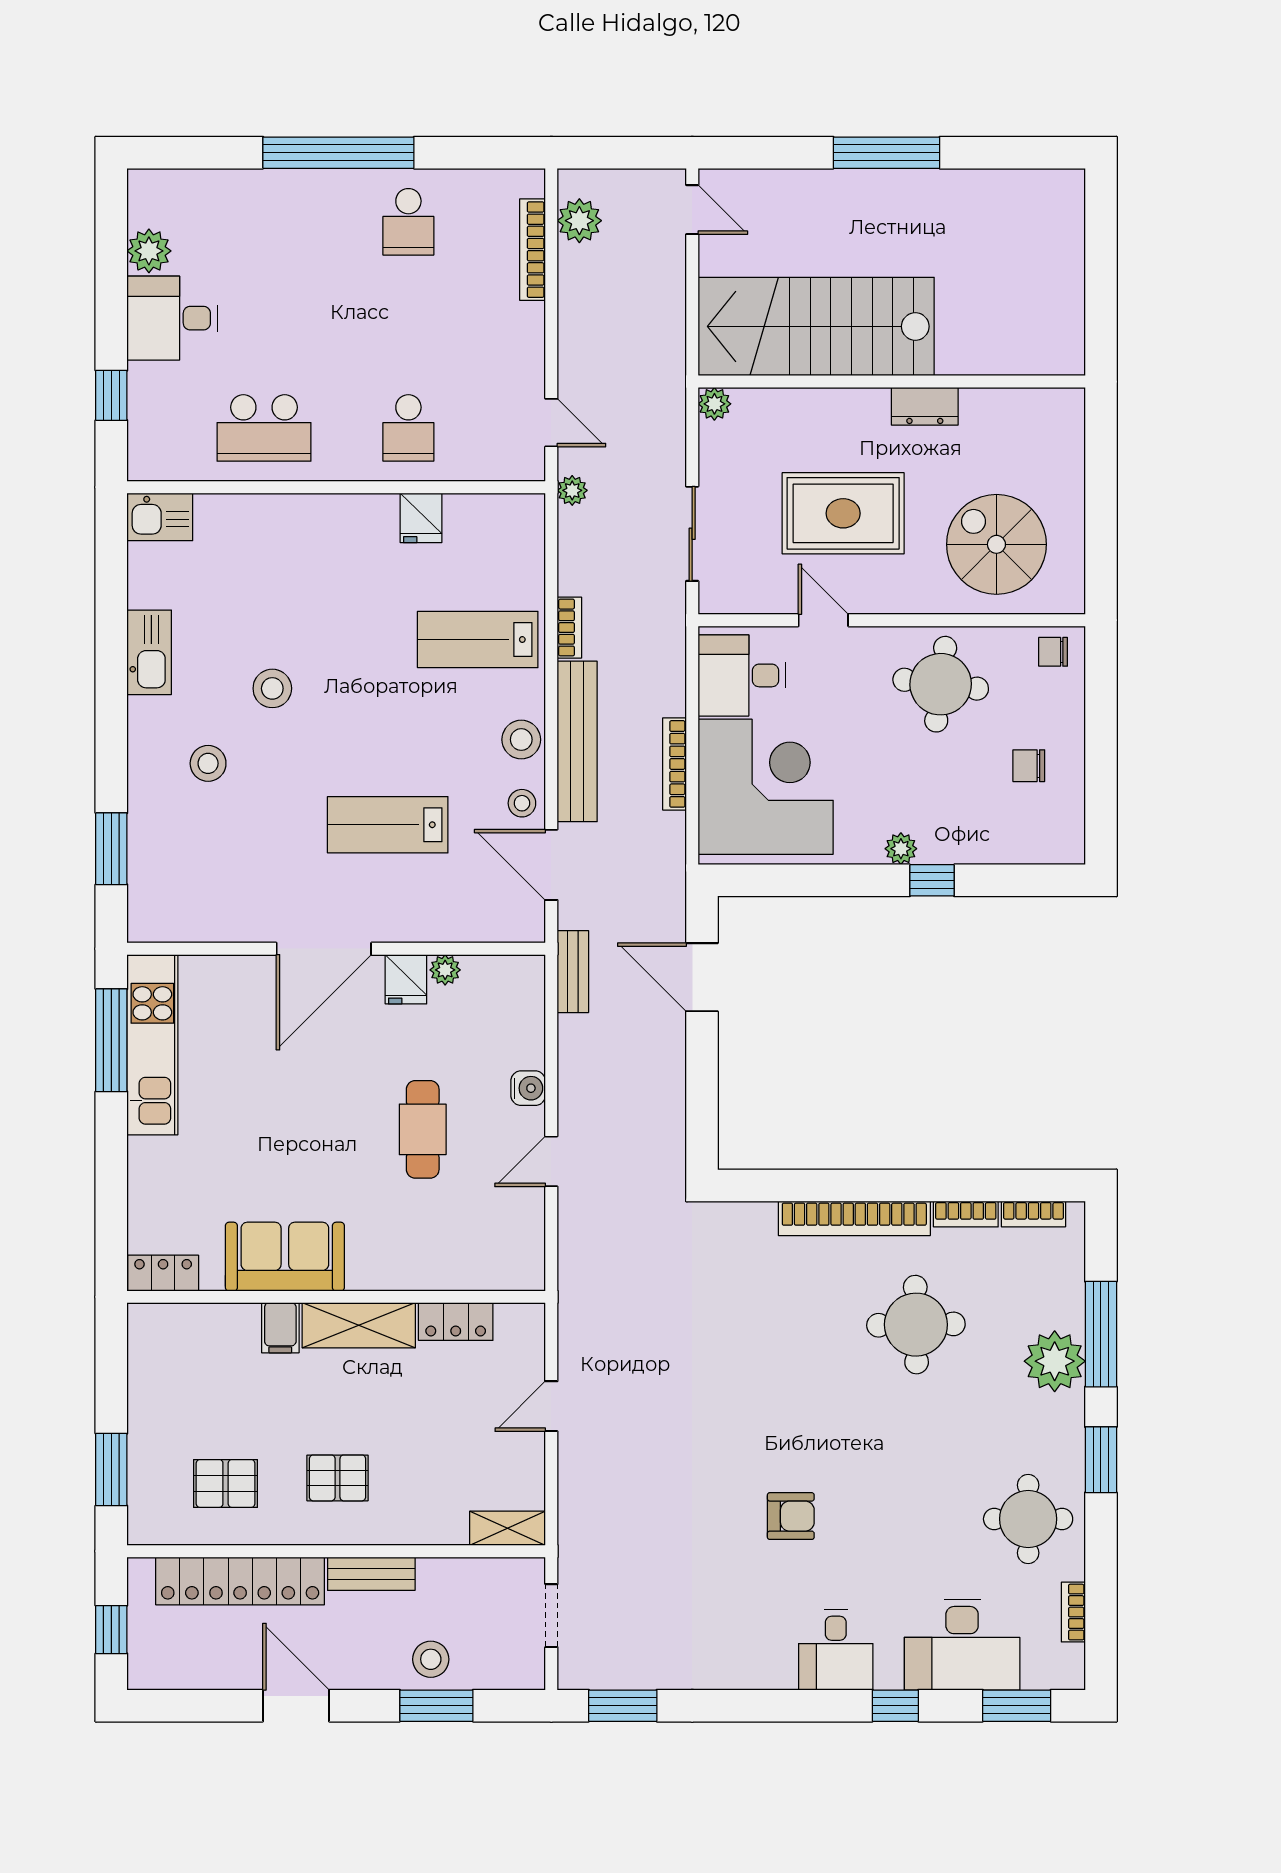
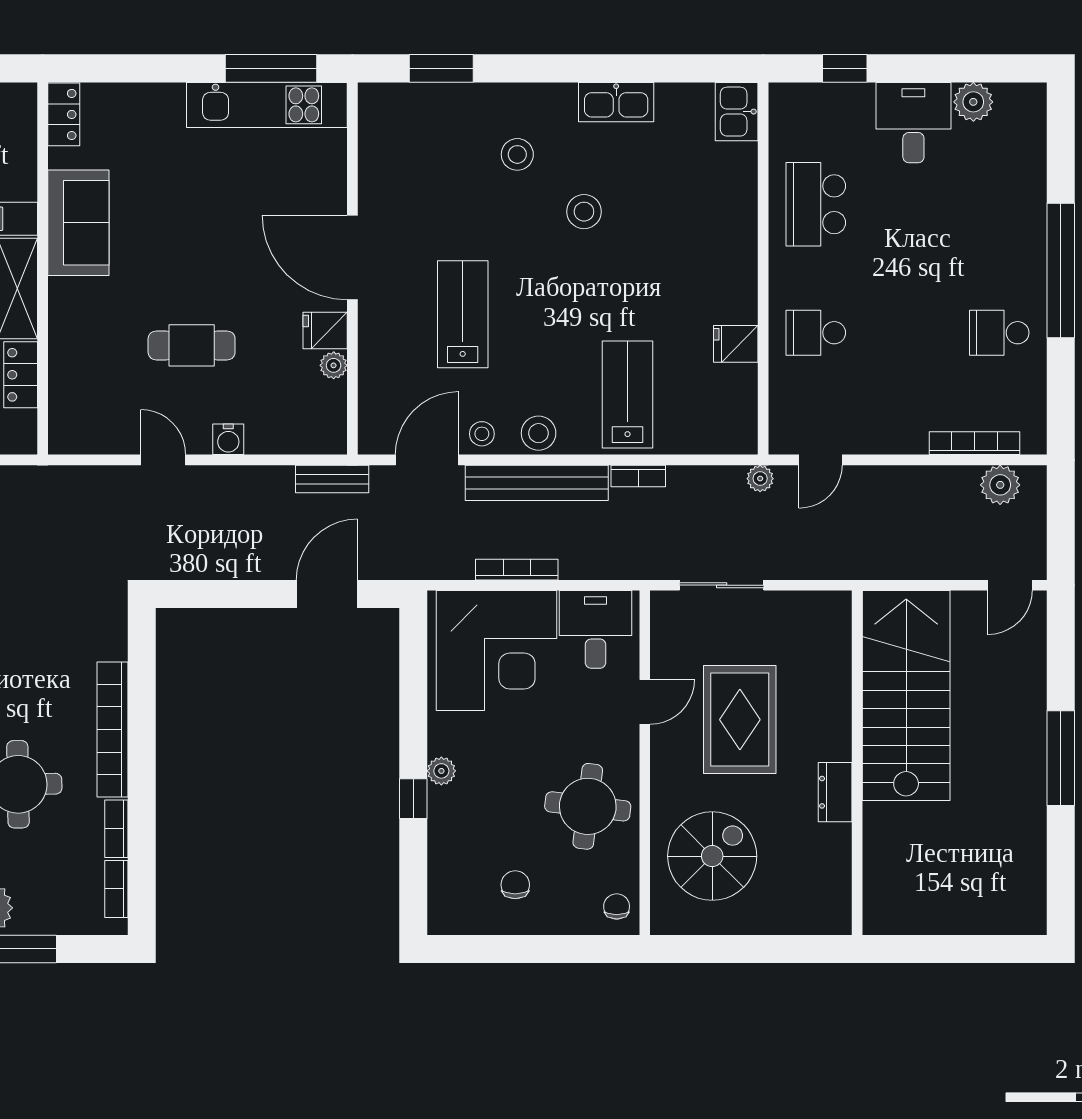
plant: (714, 404) -> (837, 605), removed

